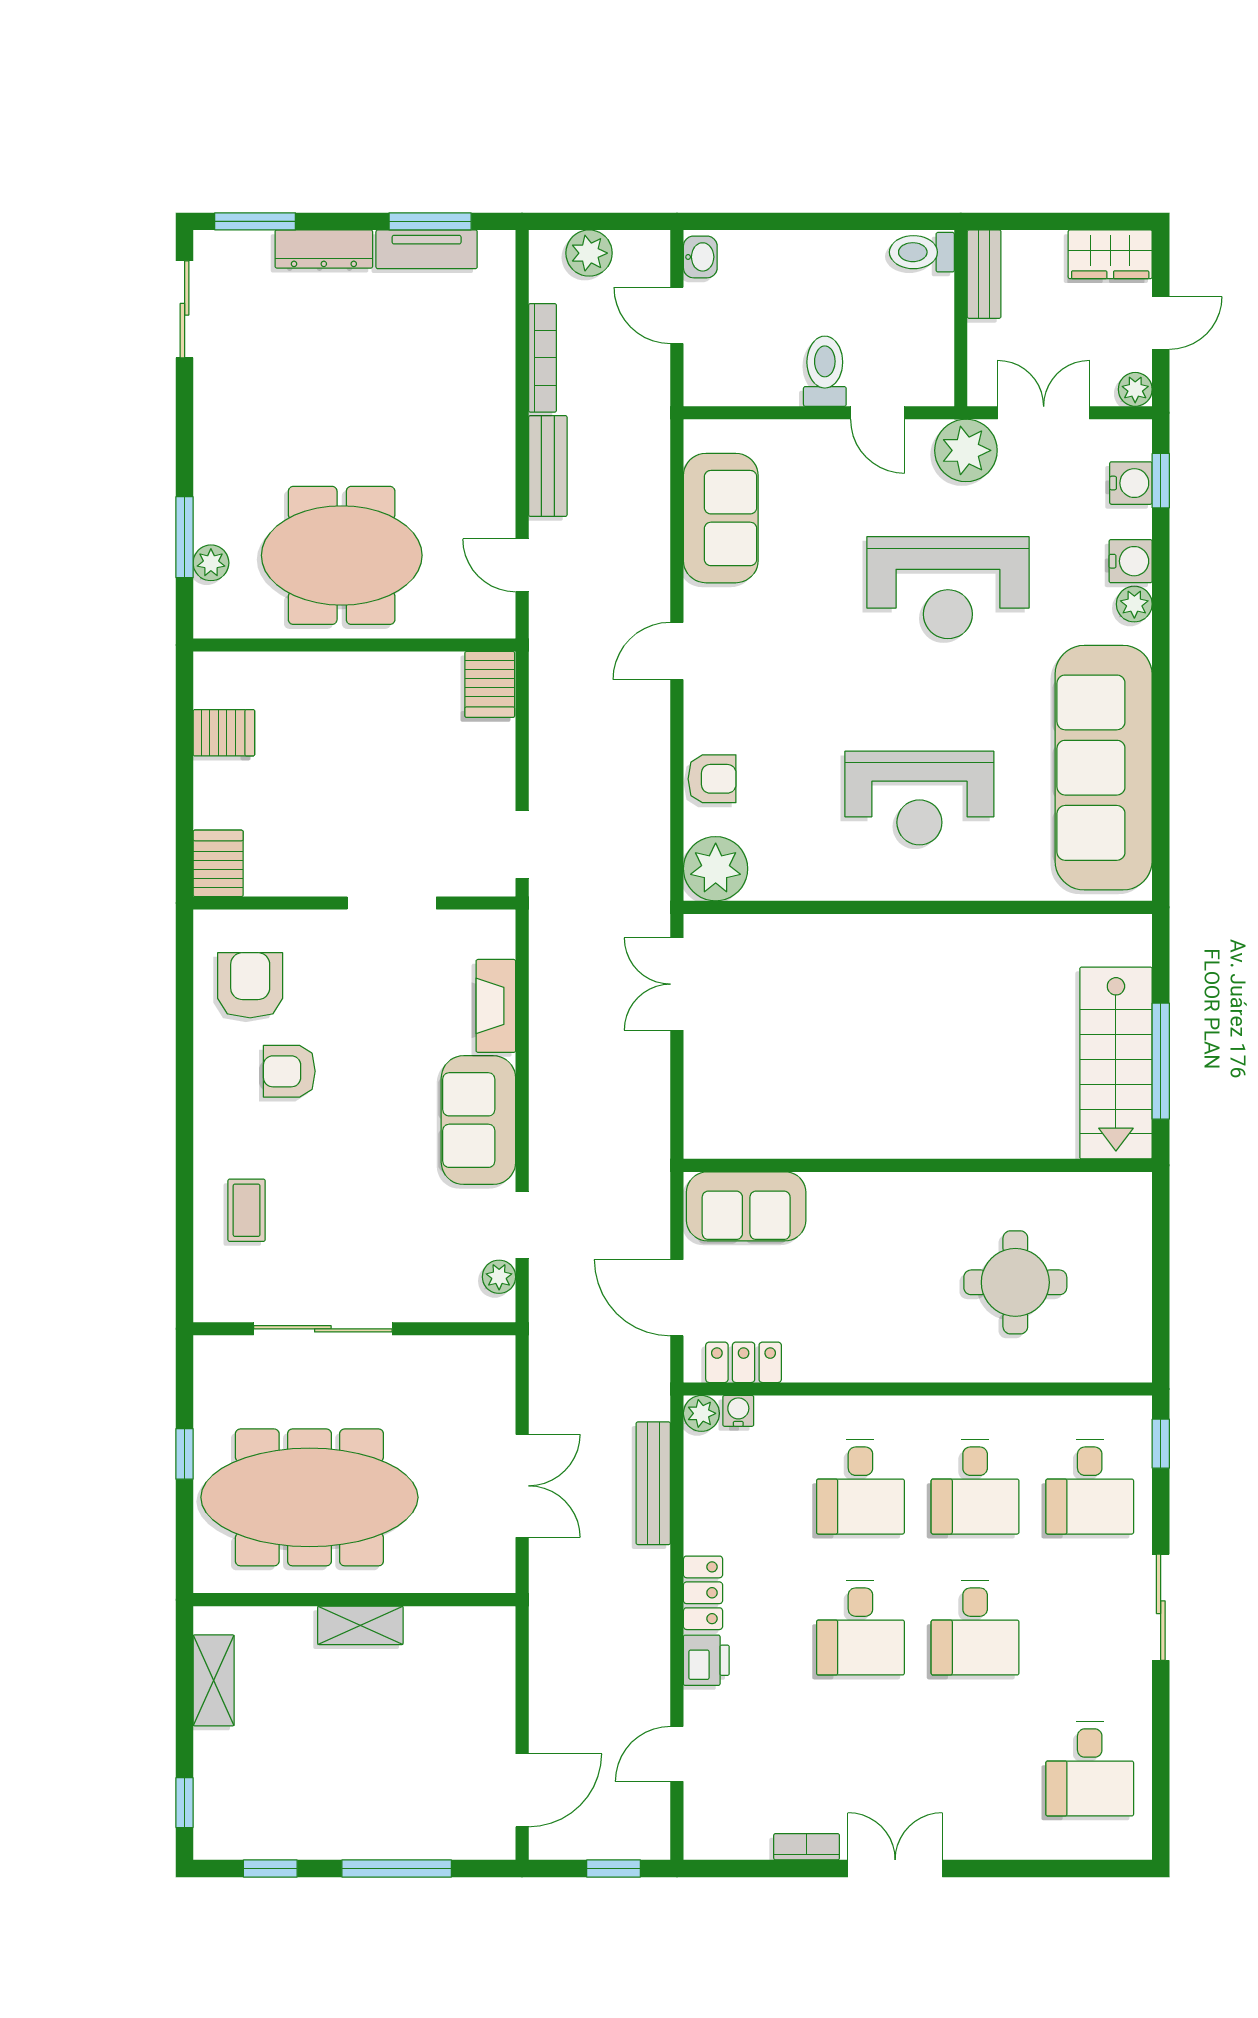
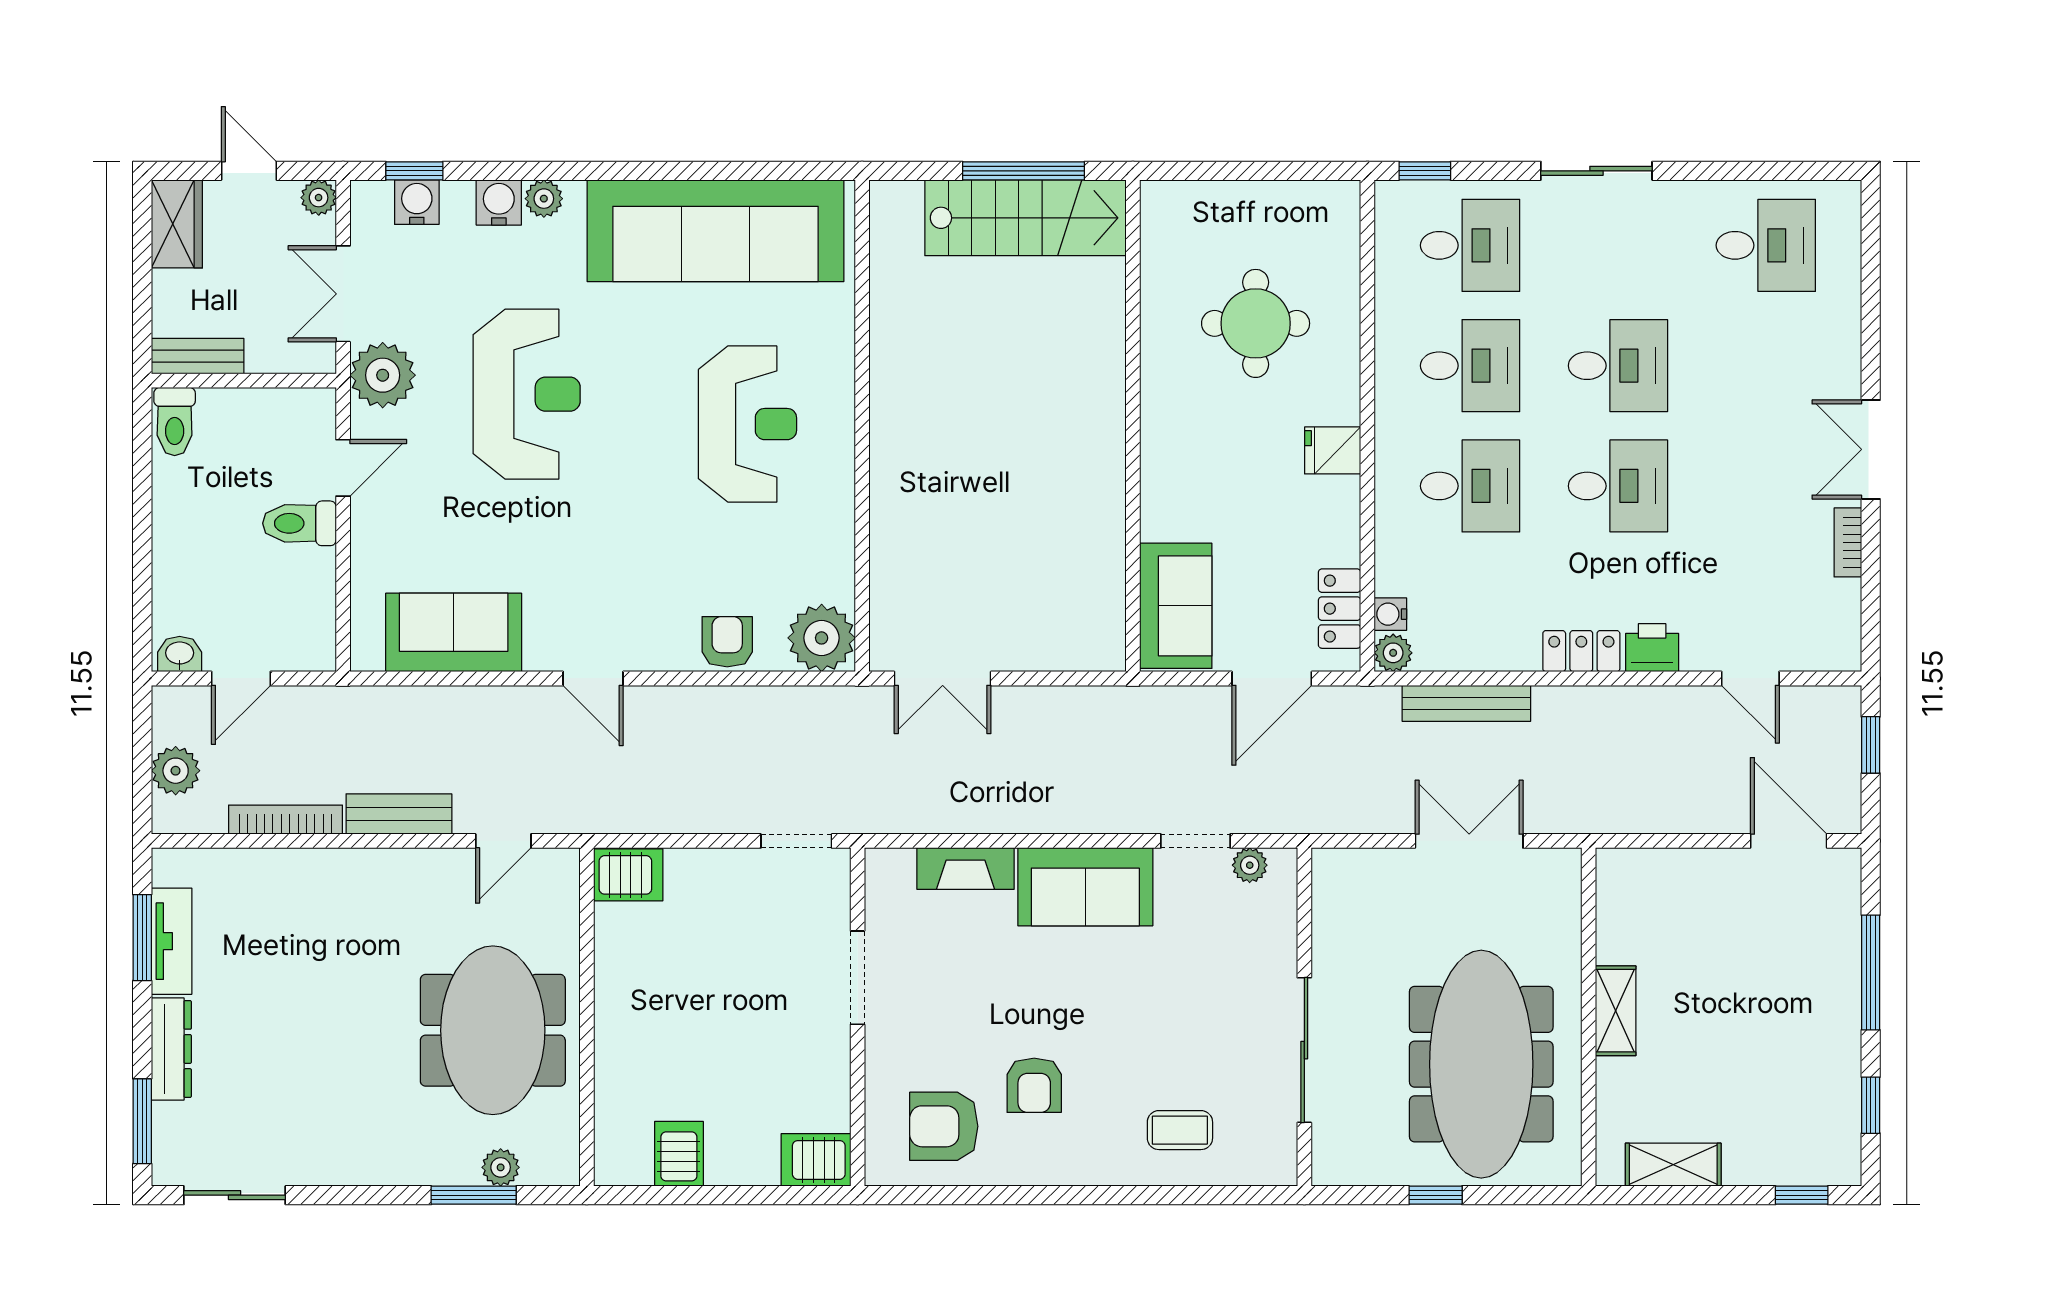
fridge: (894, 1356) -> (1333, 450), added

